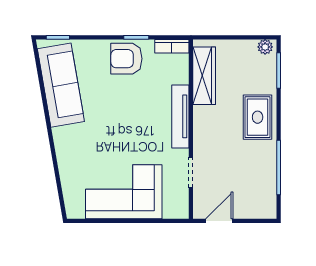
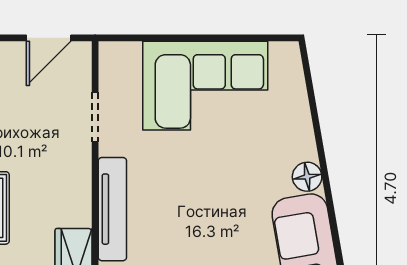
floor lamp: (62, 136) -> (307, 177), added

